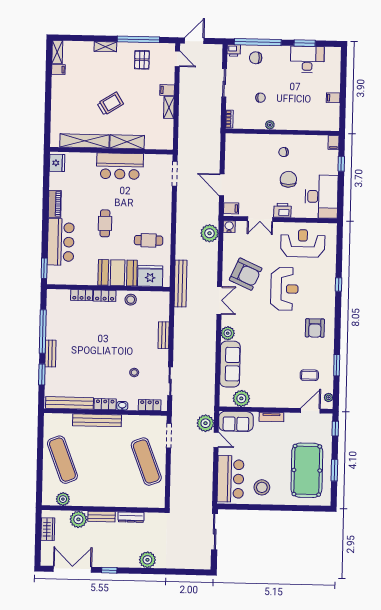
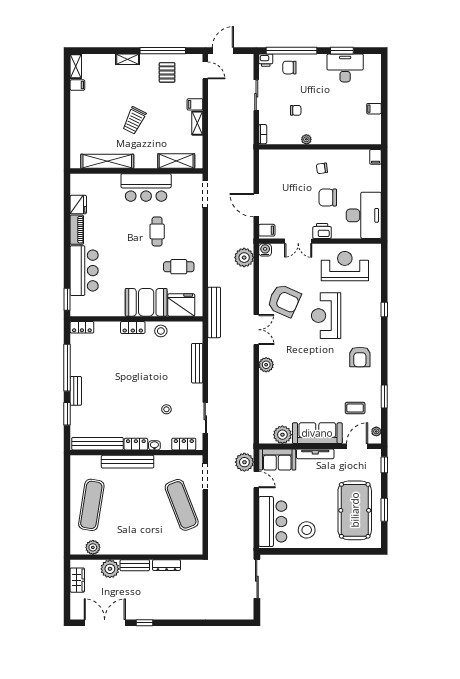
trolley: (110, 104) -> (134, 120), turned 148
shelving: (127, 142) -> (176, 161), moved
fridge: (57, 163) -> (78, 205), moved
window: (341, 164) -> (384, 180), removed
chair: (288, 179) -> (328, 198), turned -90
cafe table: (105, 223) -> (157, 231), moved
reception desk: (284, 289) -> (326, 316), turned 180
locker: (82, 295) -> (82, 327), moved
bench: (164, 335) -> (197, 363), width x1.36
sofa: (230, 364) -> (317, 433), moved, turned -90
tv unit: (271, 417) -> (315, 454), width x1.41
exercise mat: (62, 460) -> (91, 505), turned 30
plant: (147, 560) -> (185, 611), removed

